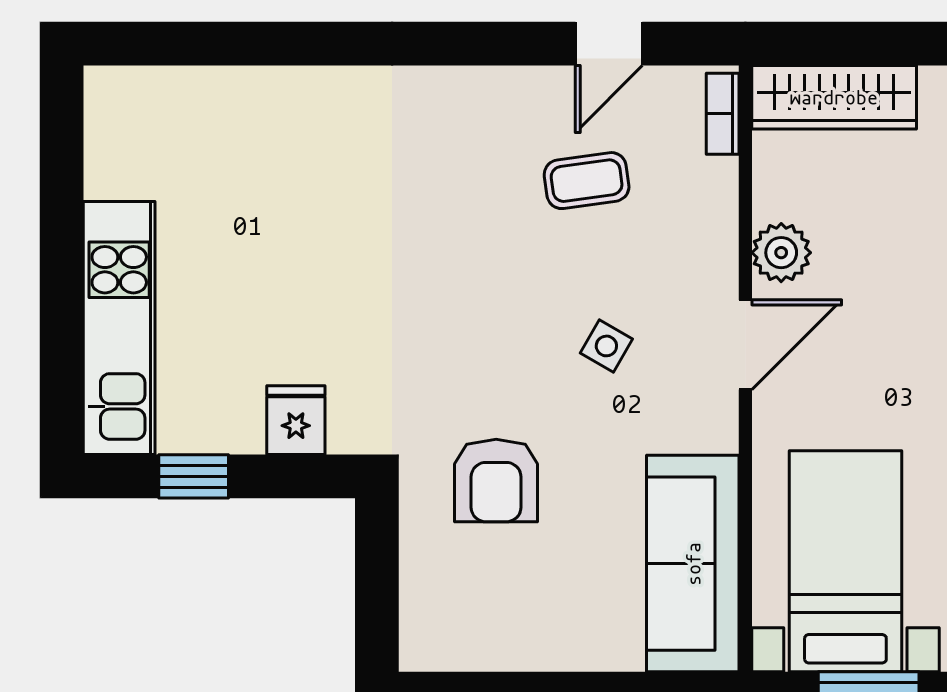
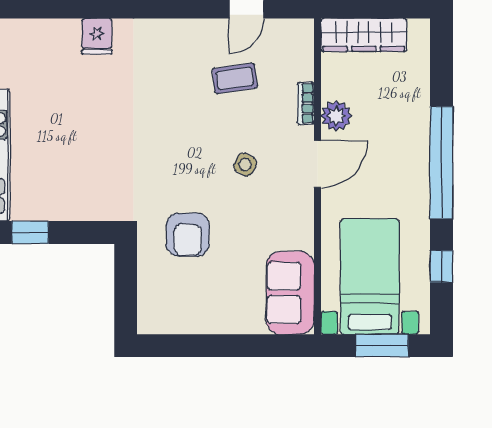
bookcase: (723, 114) -> (306, 103), moved
fridge: (296, 420) -> (97, 36), moved, turned 180
sofa: (693, 564) -> (290, 293), width x0.73

